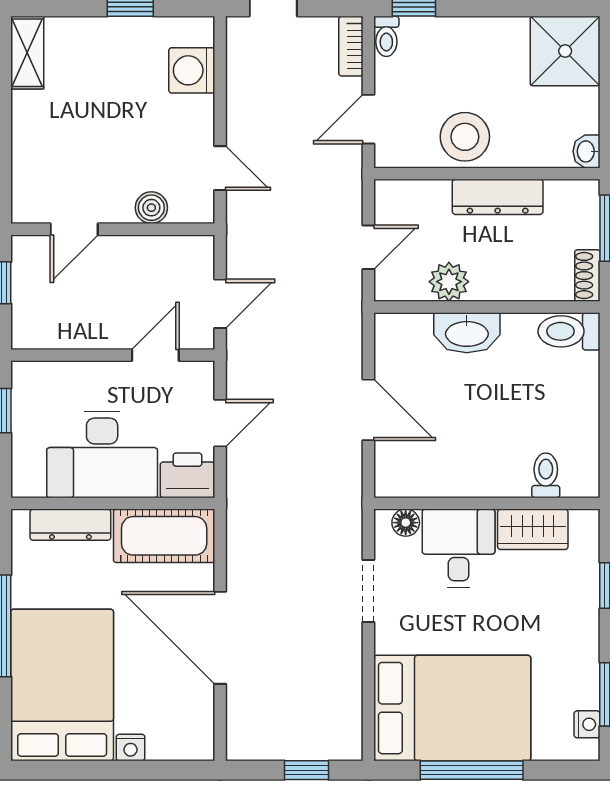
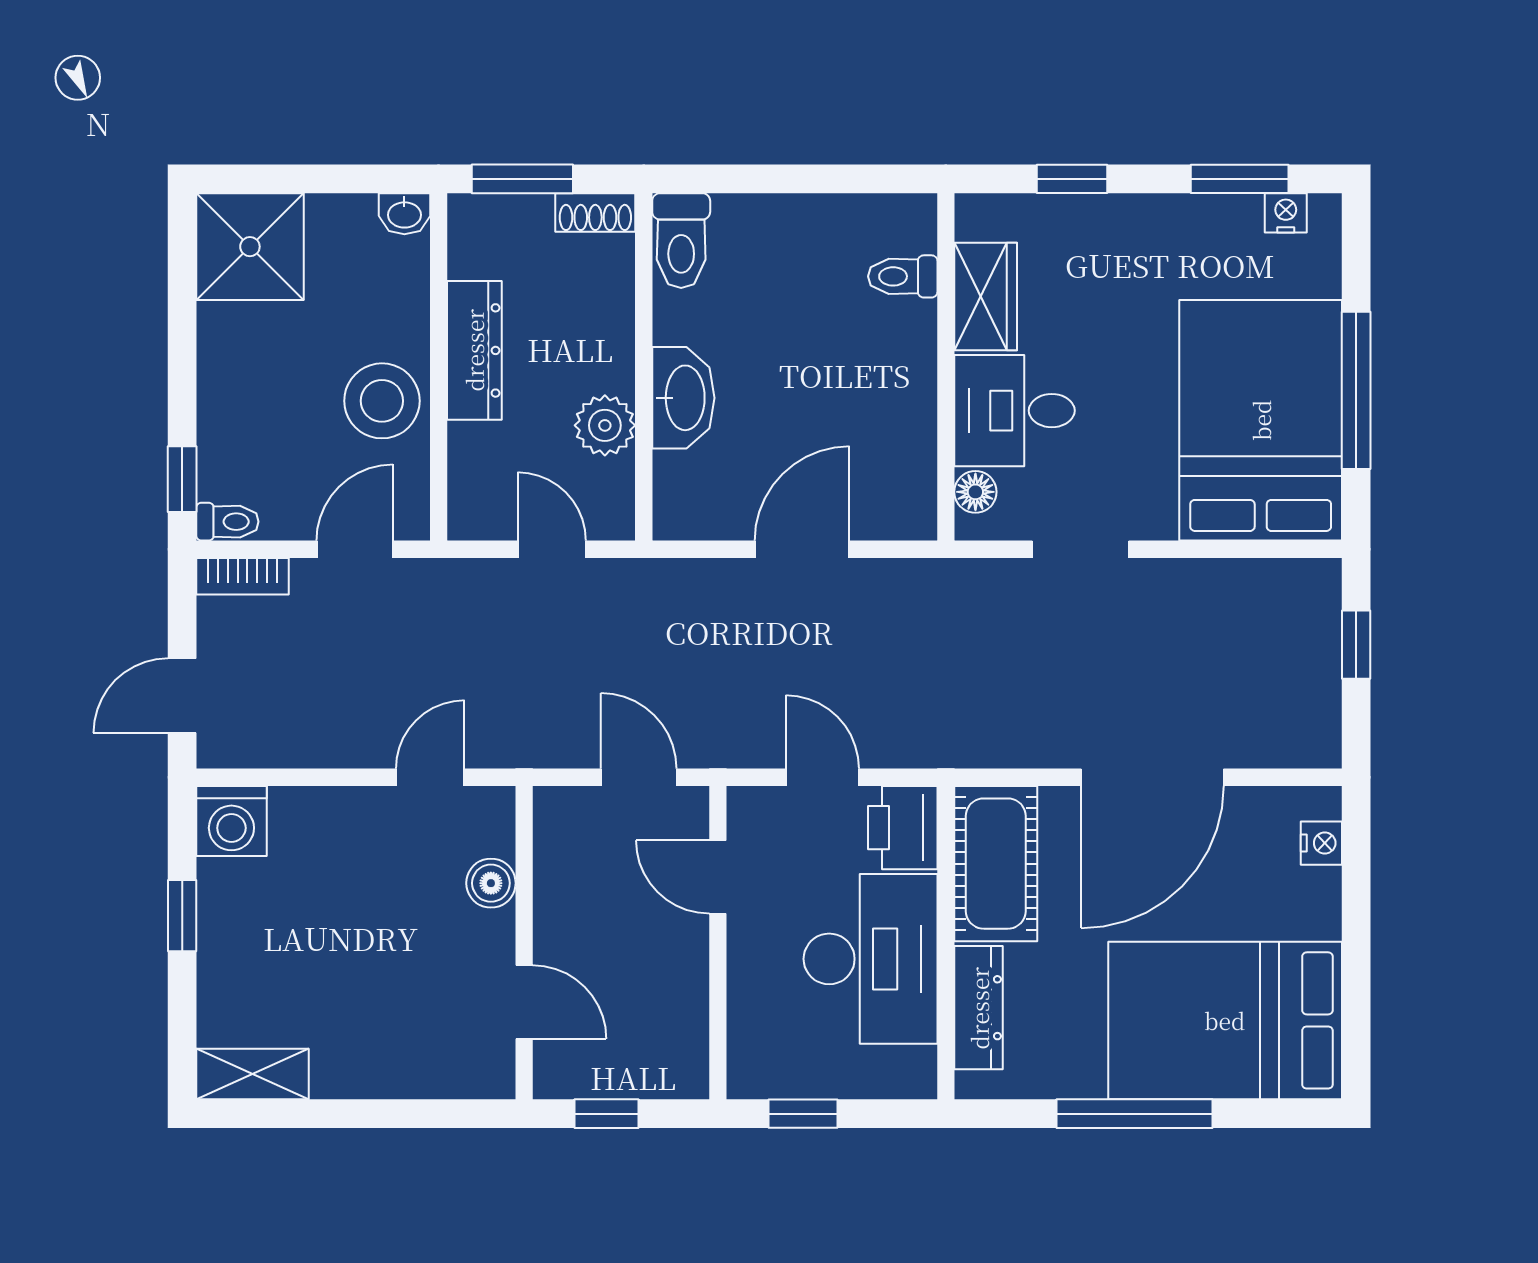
washing machine: (192, 70) -> (231, 821), moved
door: (368, 119) -> (355, 549), swing flipped
nightstand: (130, 748) -> (1321, 843), moved

